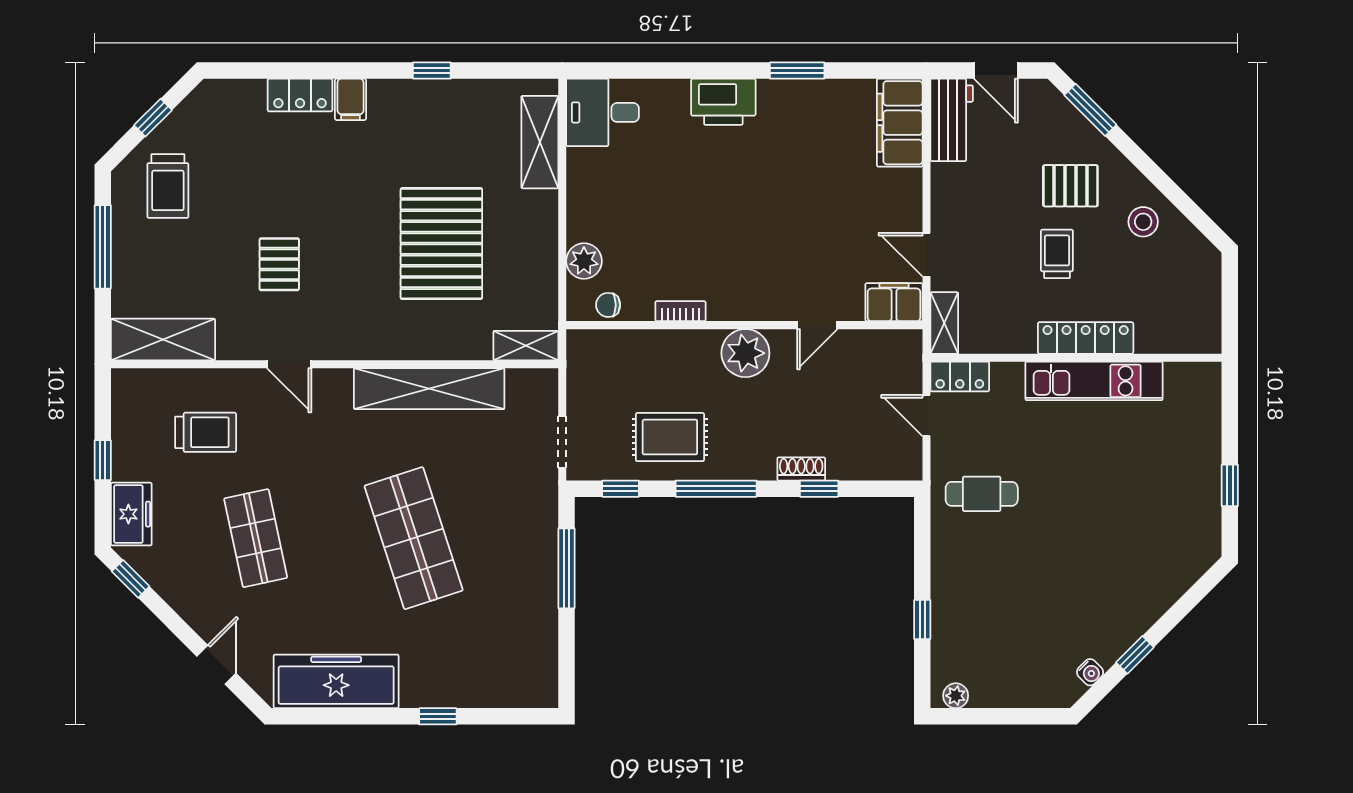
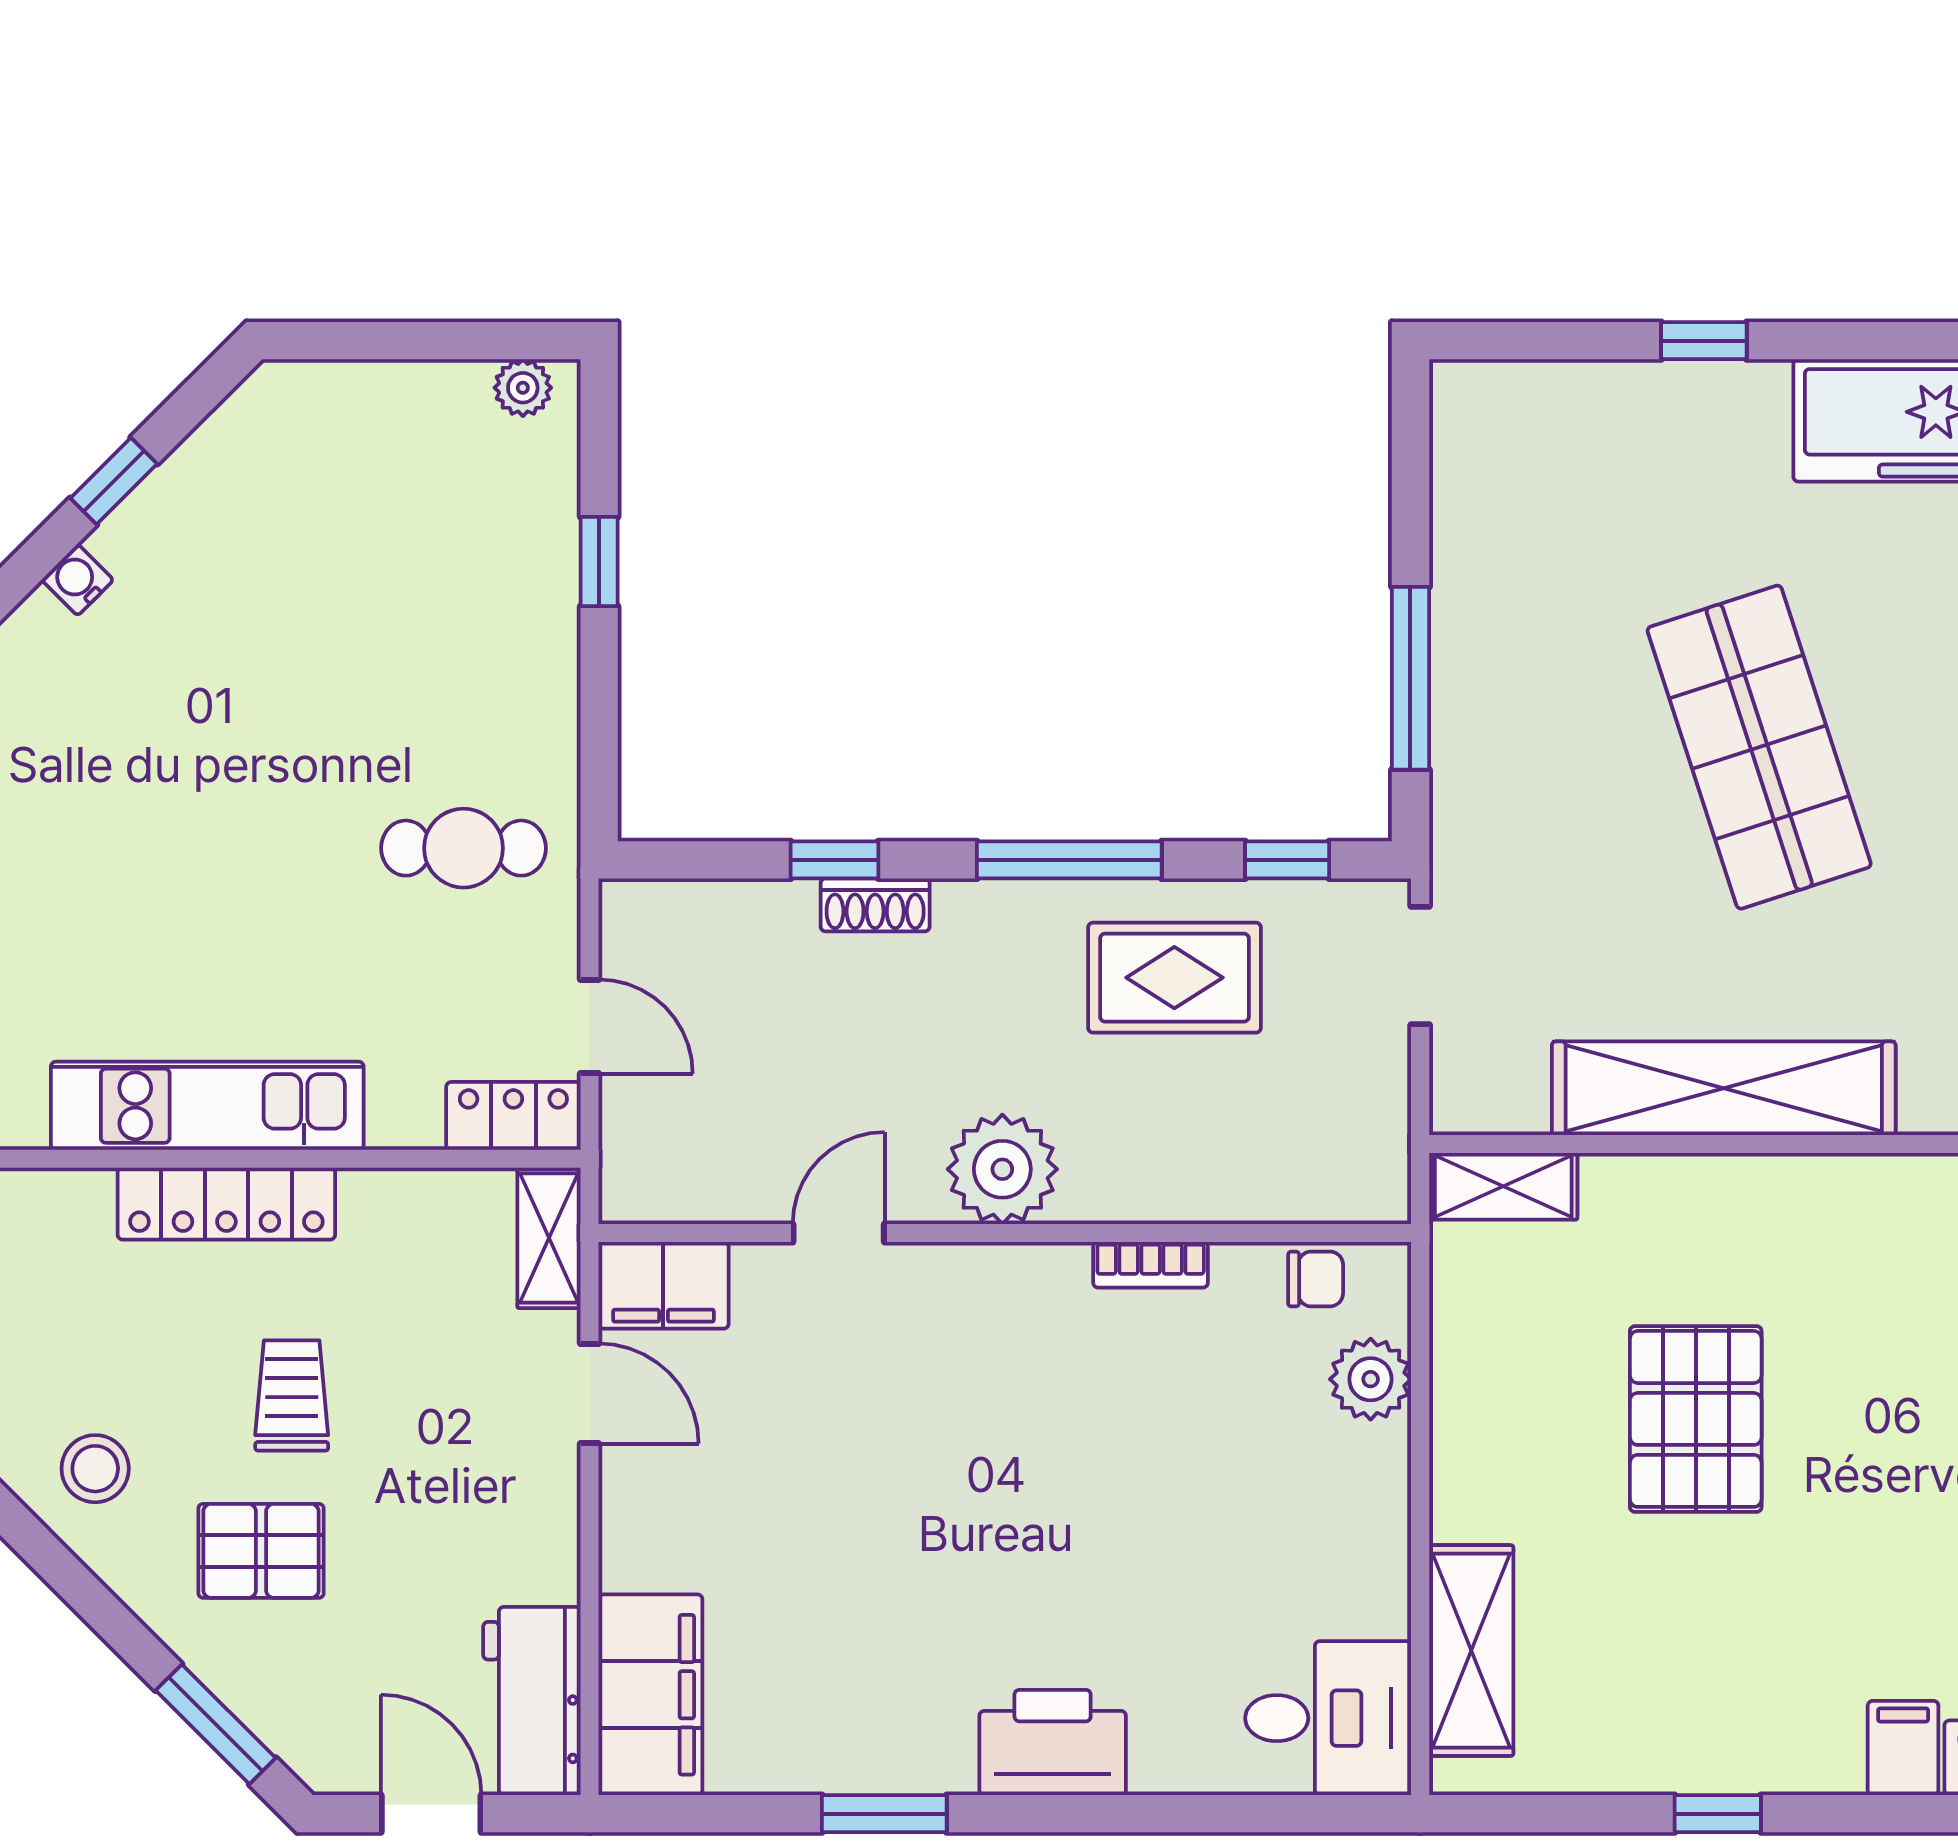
pallet: (441, 244) -> (1696, 1419), width x0.73, depth x0.71
trolley: (1057, 254) -> (292, 1395), turned 180
water cooler: (1090, 672) -> (78, 580), moved

